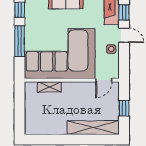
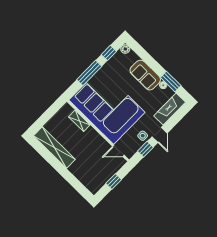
window: (124, 12) -> (145, 149), moved
shelving: (93, 128) -> (54, 148), moved

